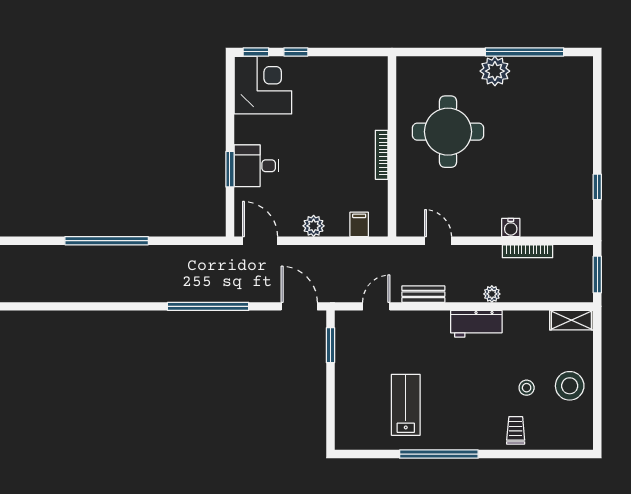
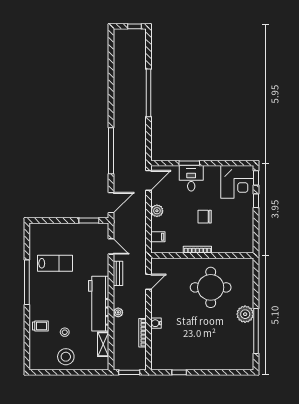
chair: (324, 142) -> (205, 217), added
shelving: (571, 320) -> (103, 344), moved
workbench: (476, 324) -> (99, 304), width x1.88, depth x1.32

